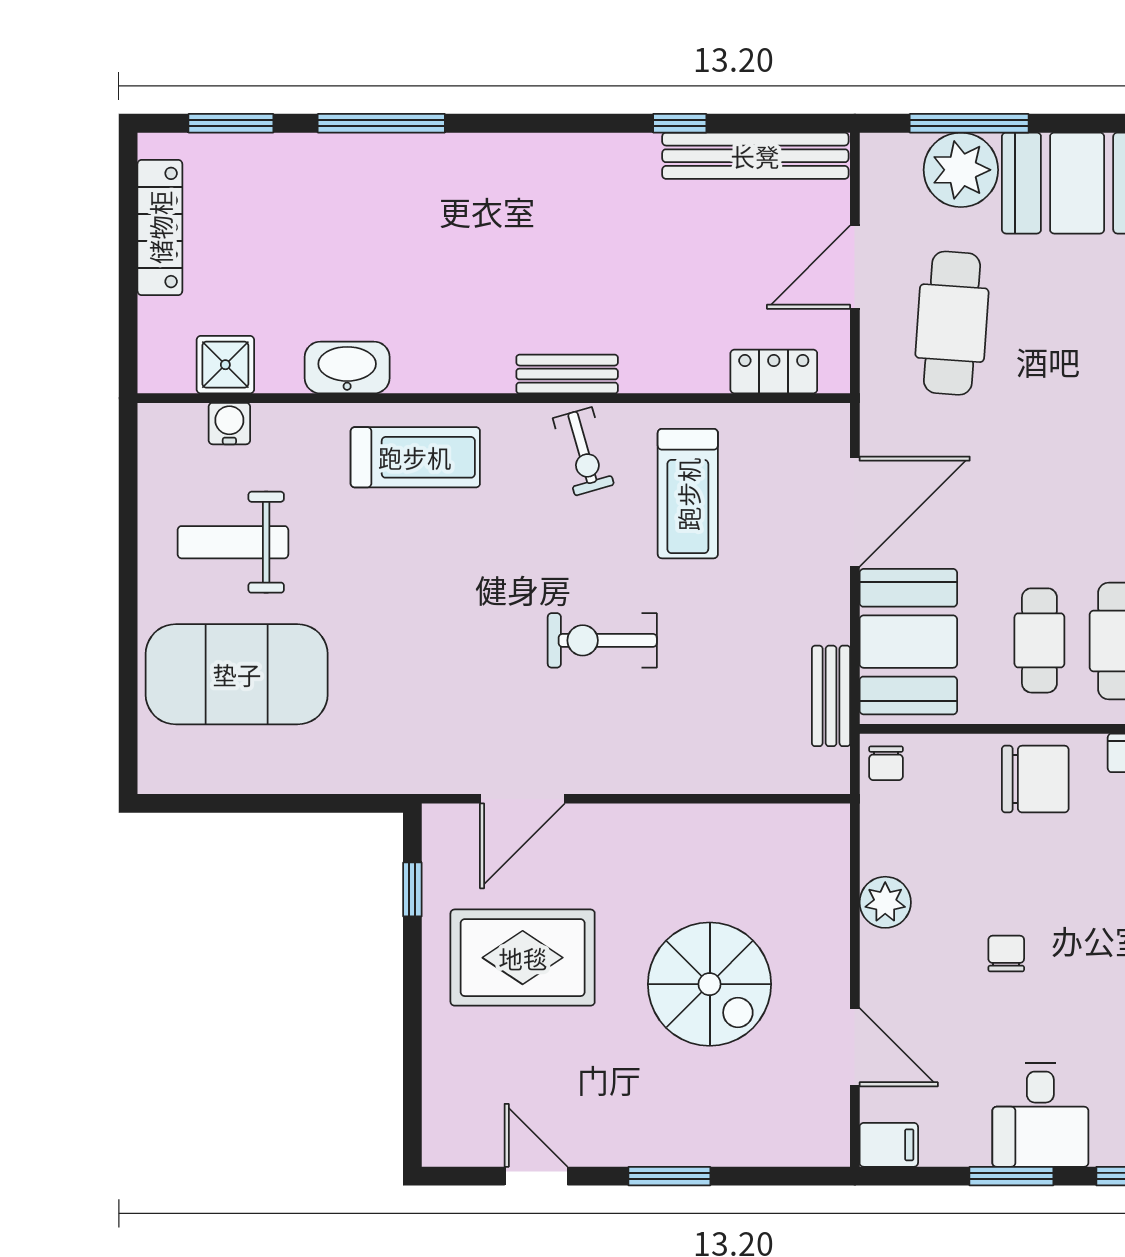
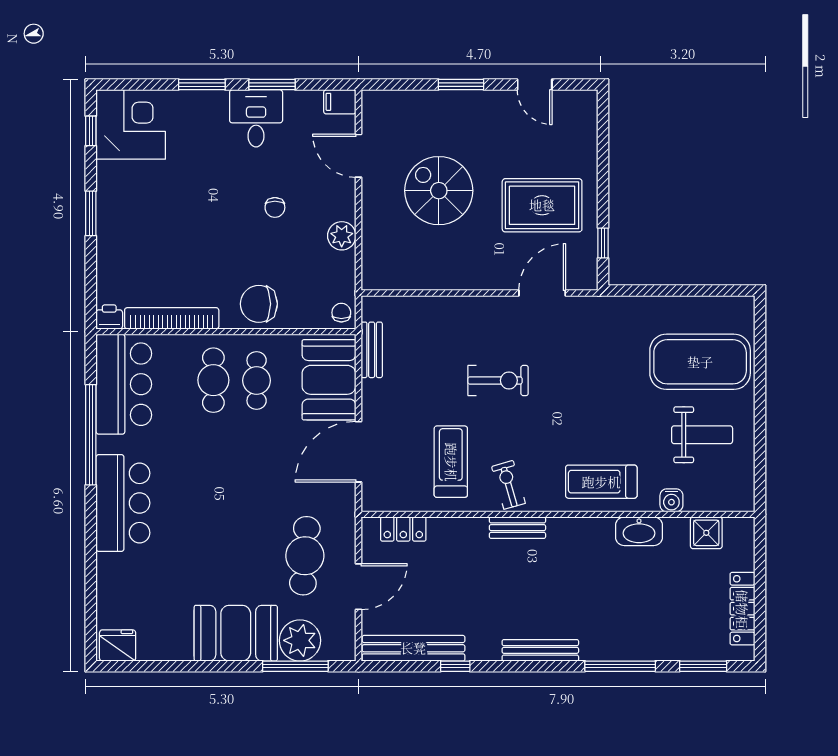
bench: (526, 152) -> (540, 650), added
water cooler: (229, 424) -> (671, 500), moved

